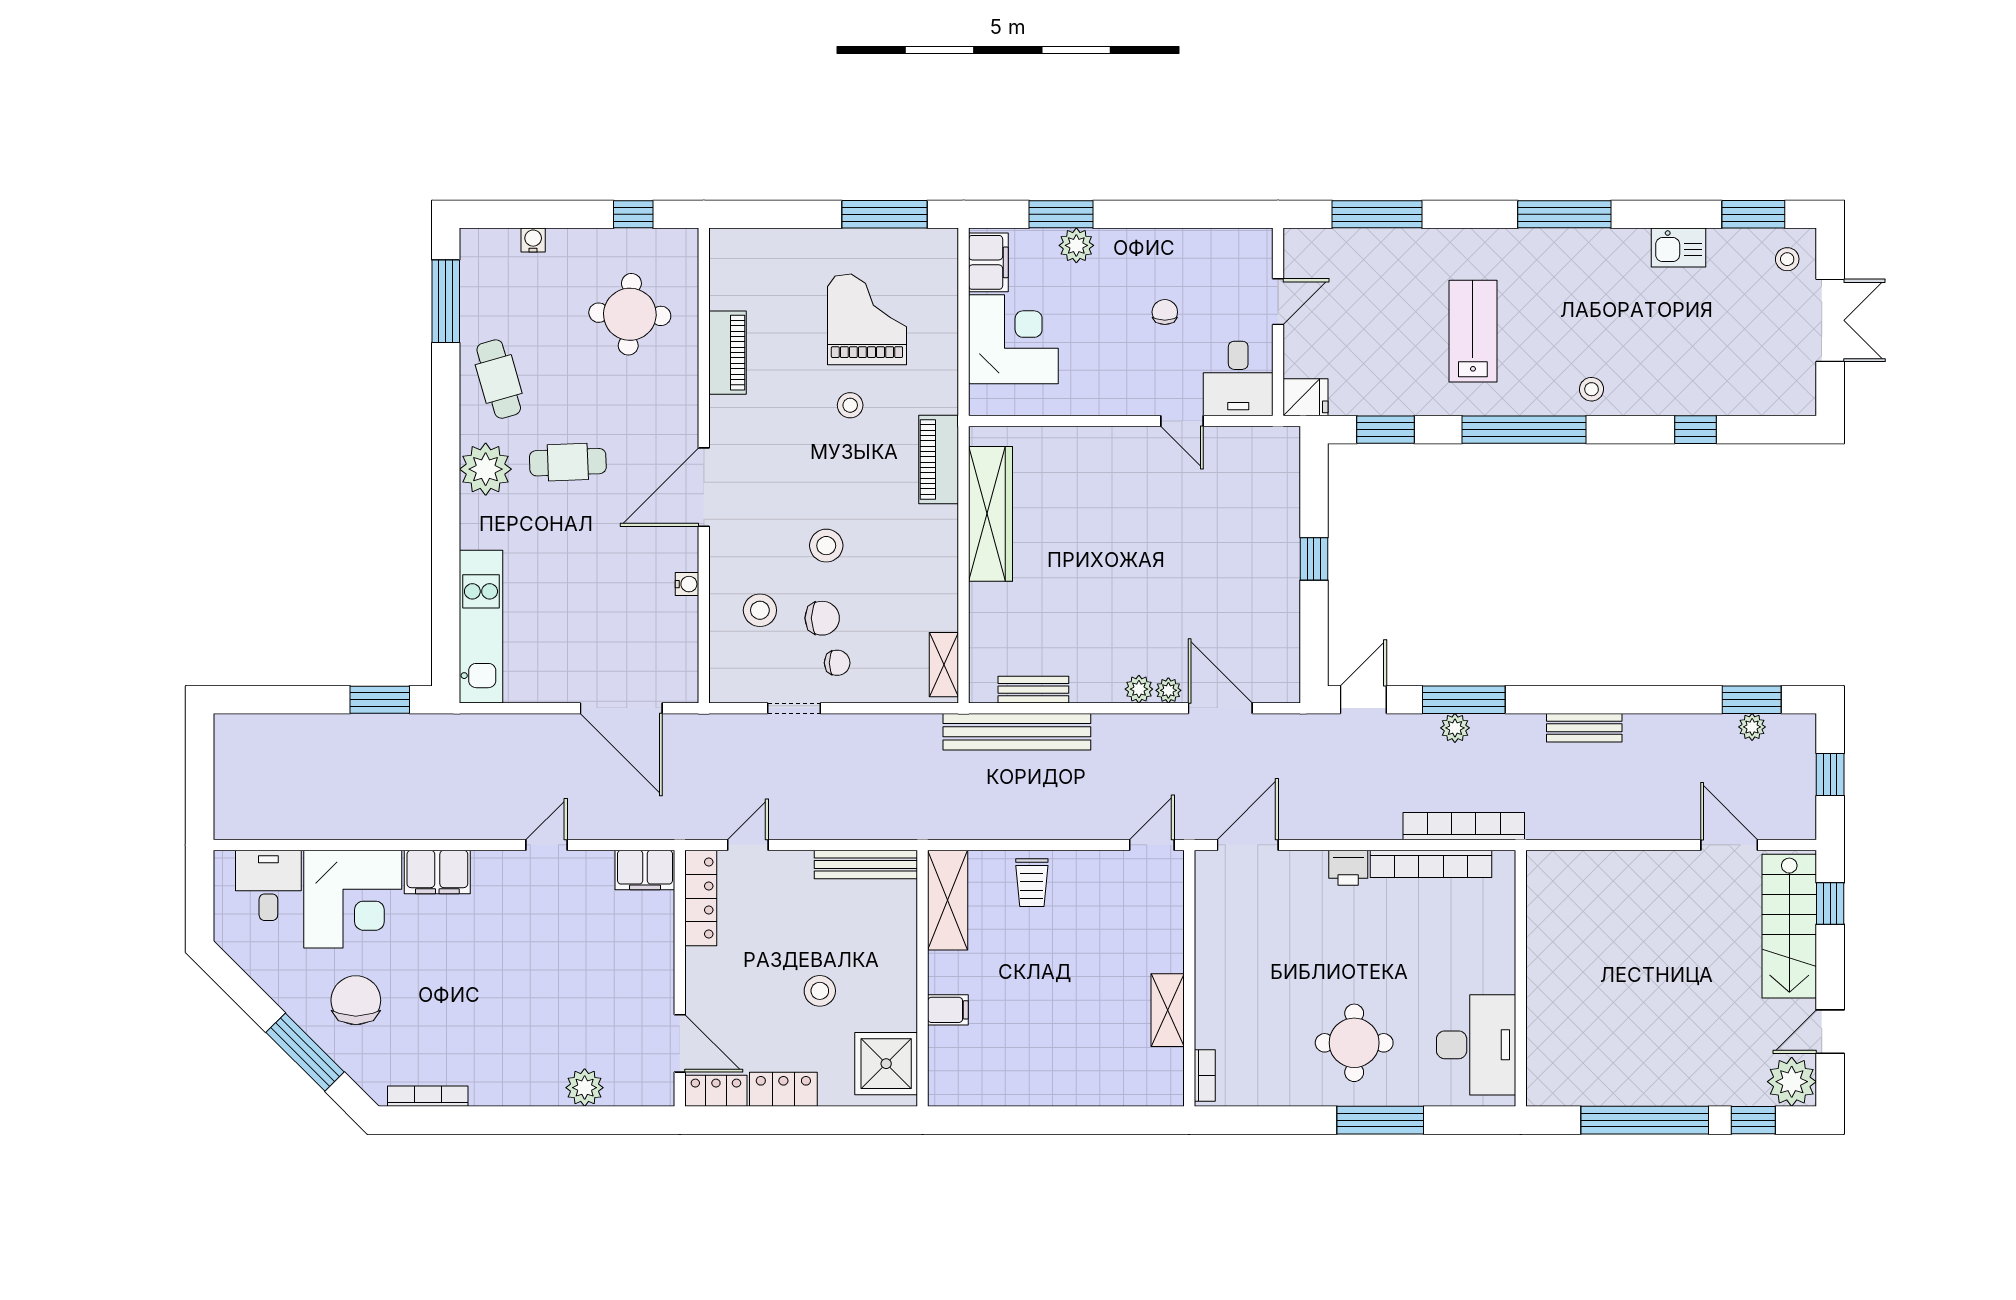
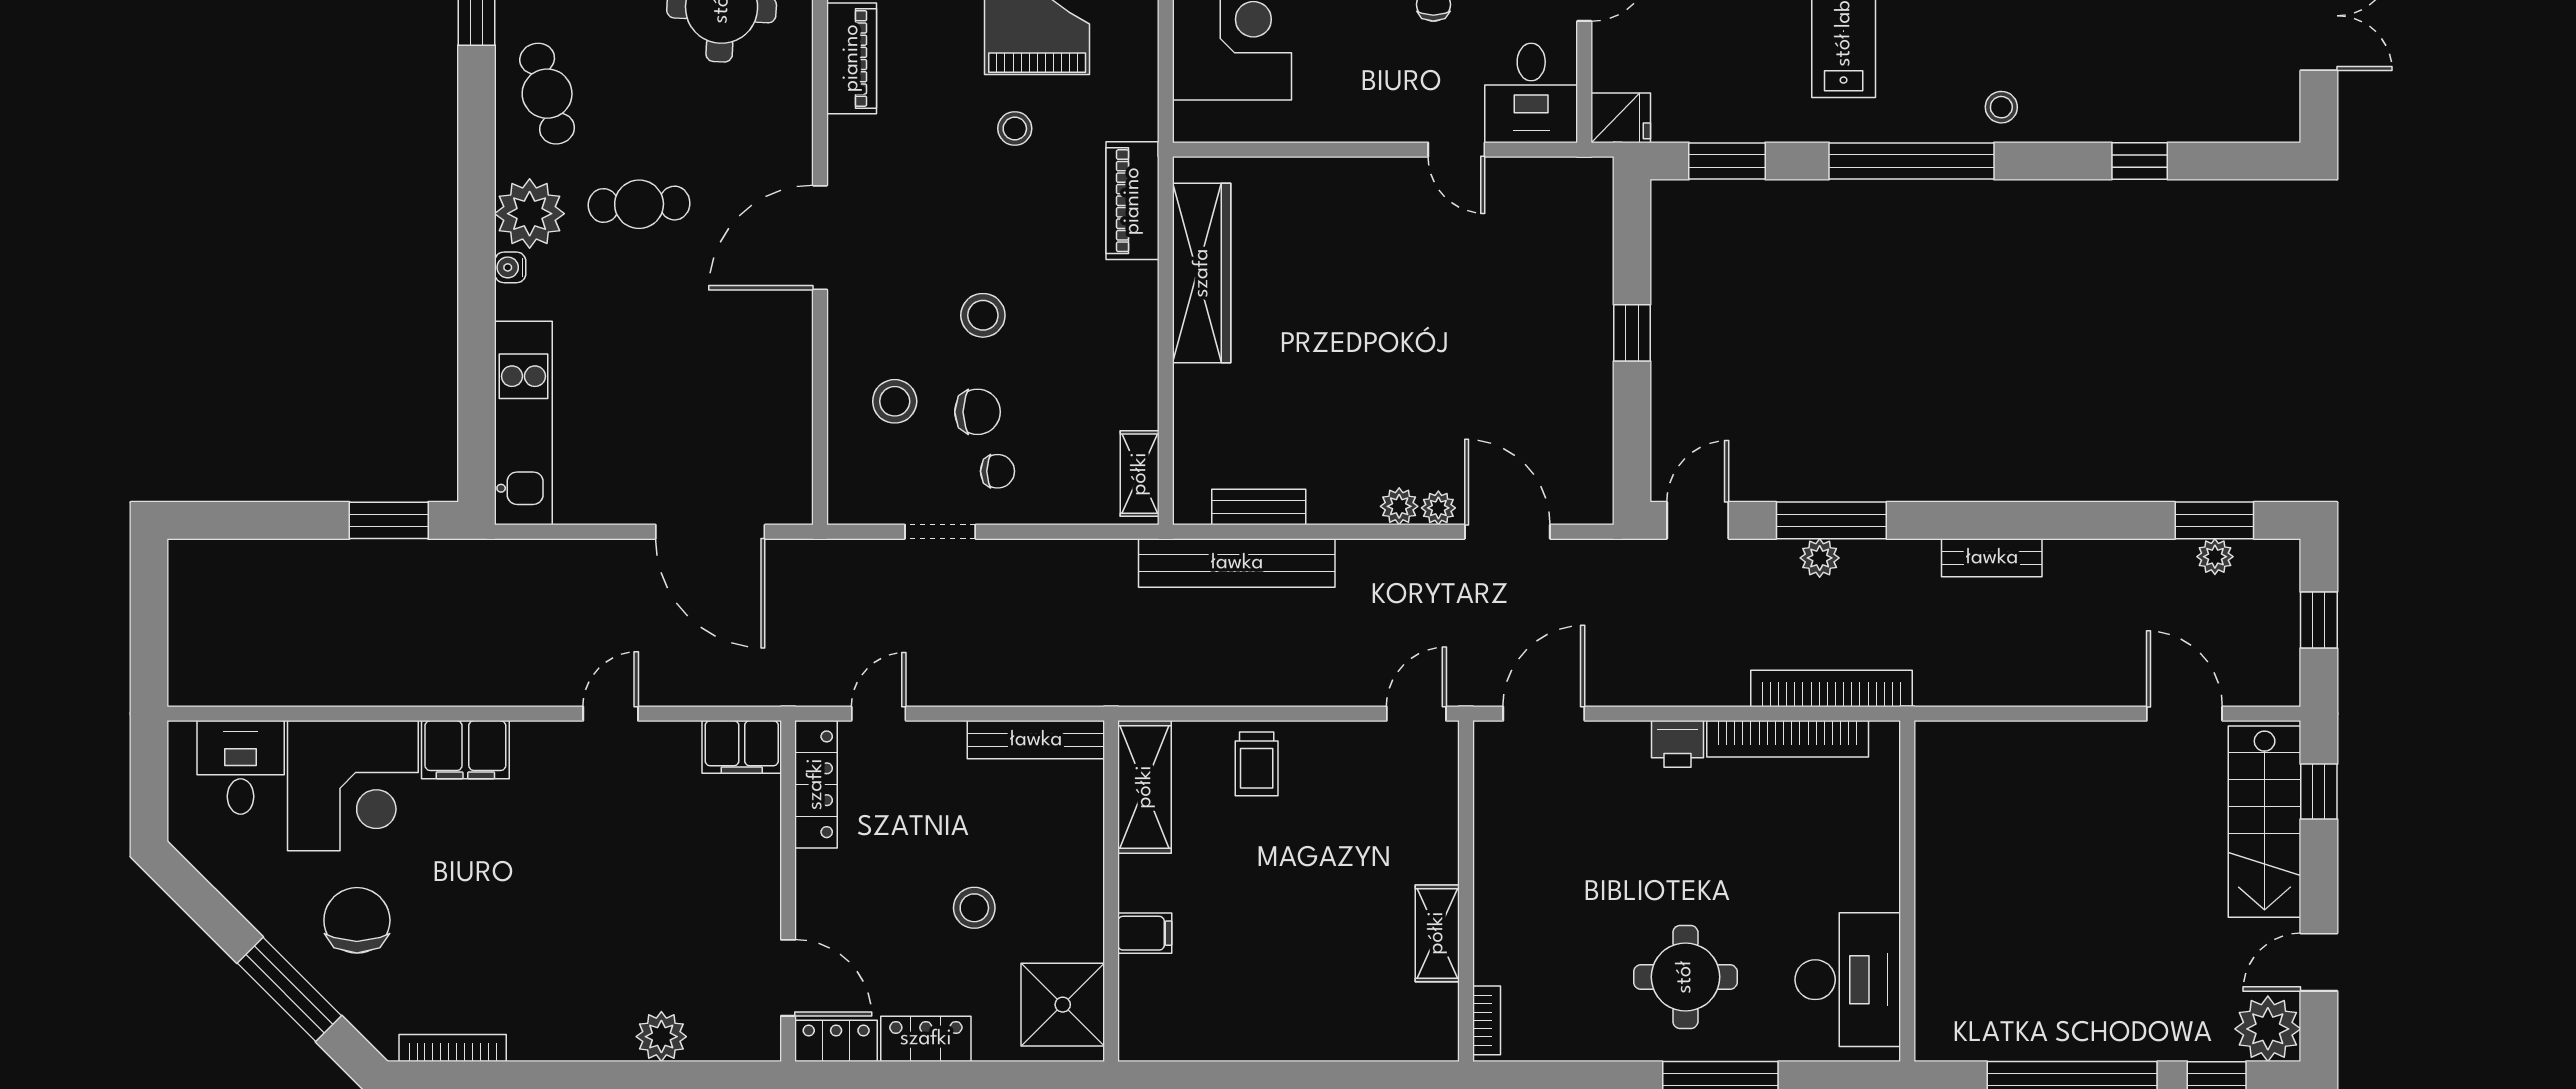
water cooler: (687, 584) -> (510, 267), moved, turned 180

